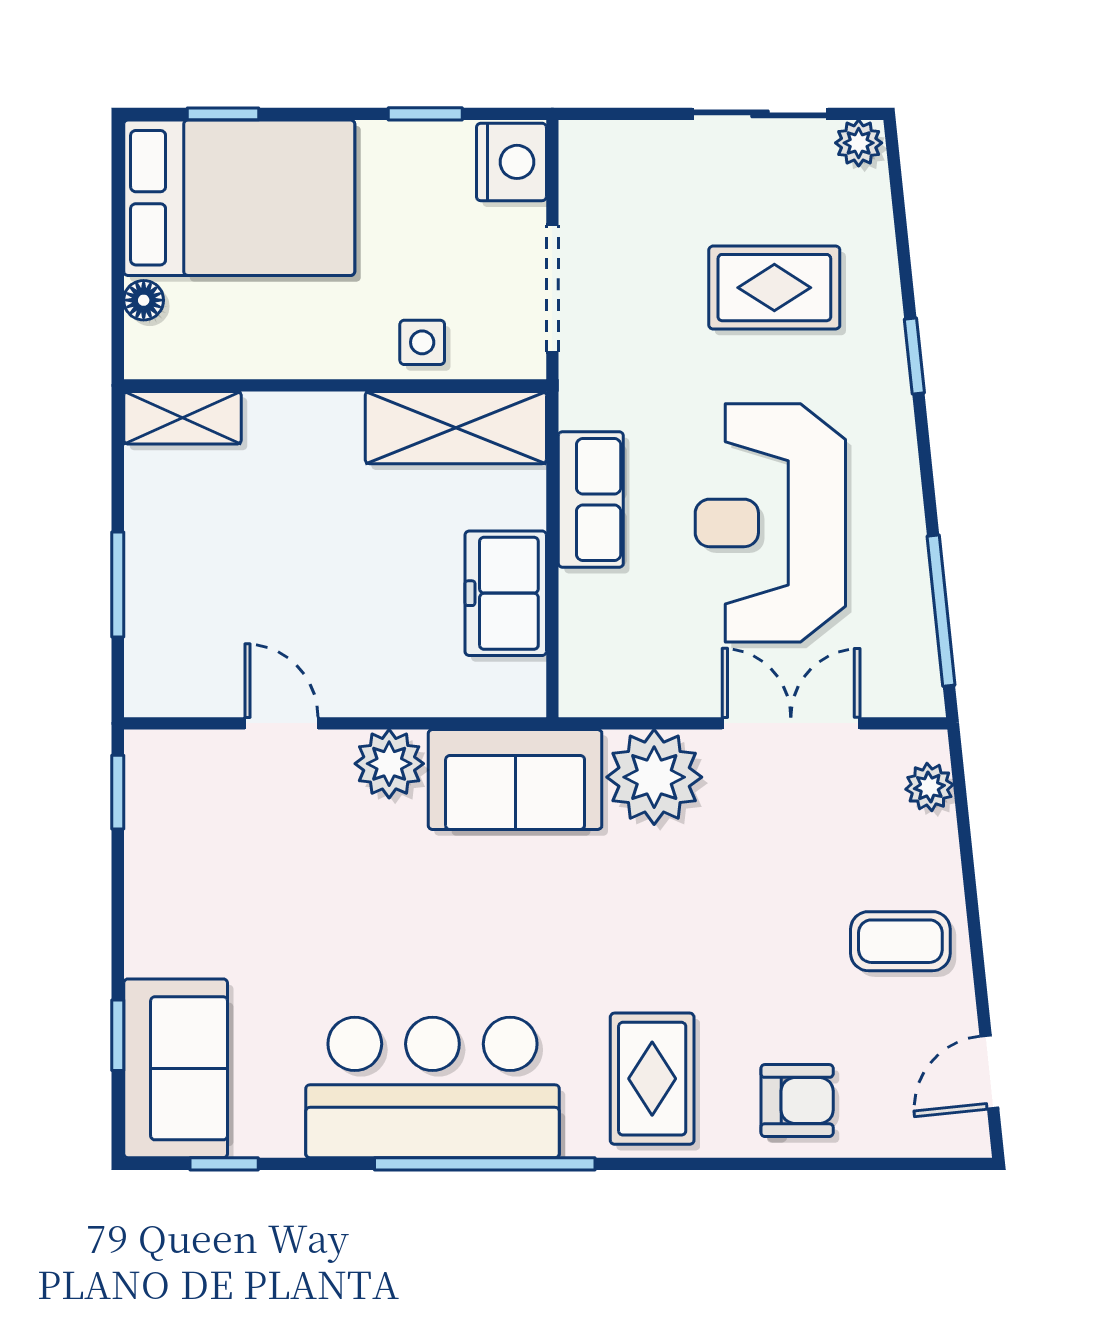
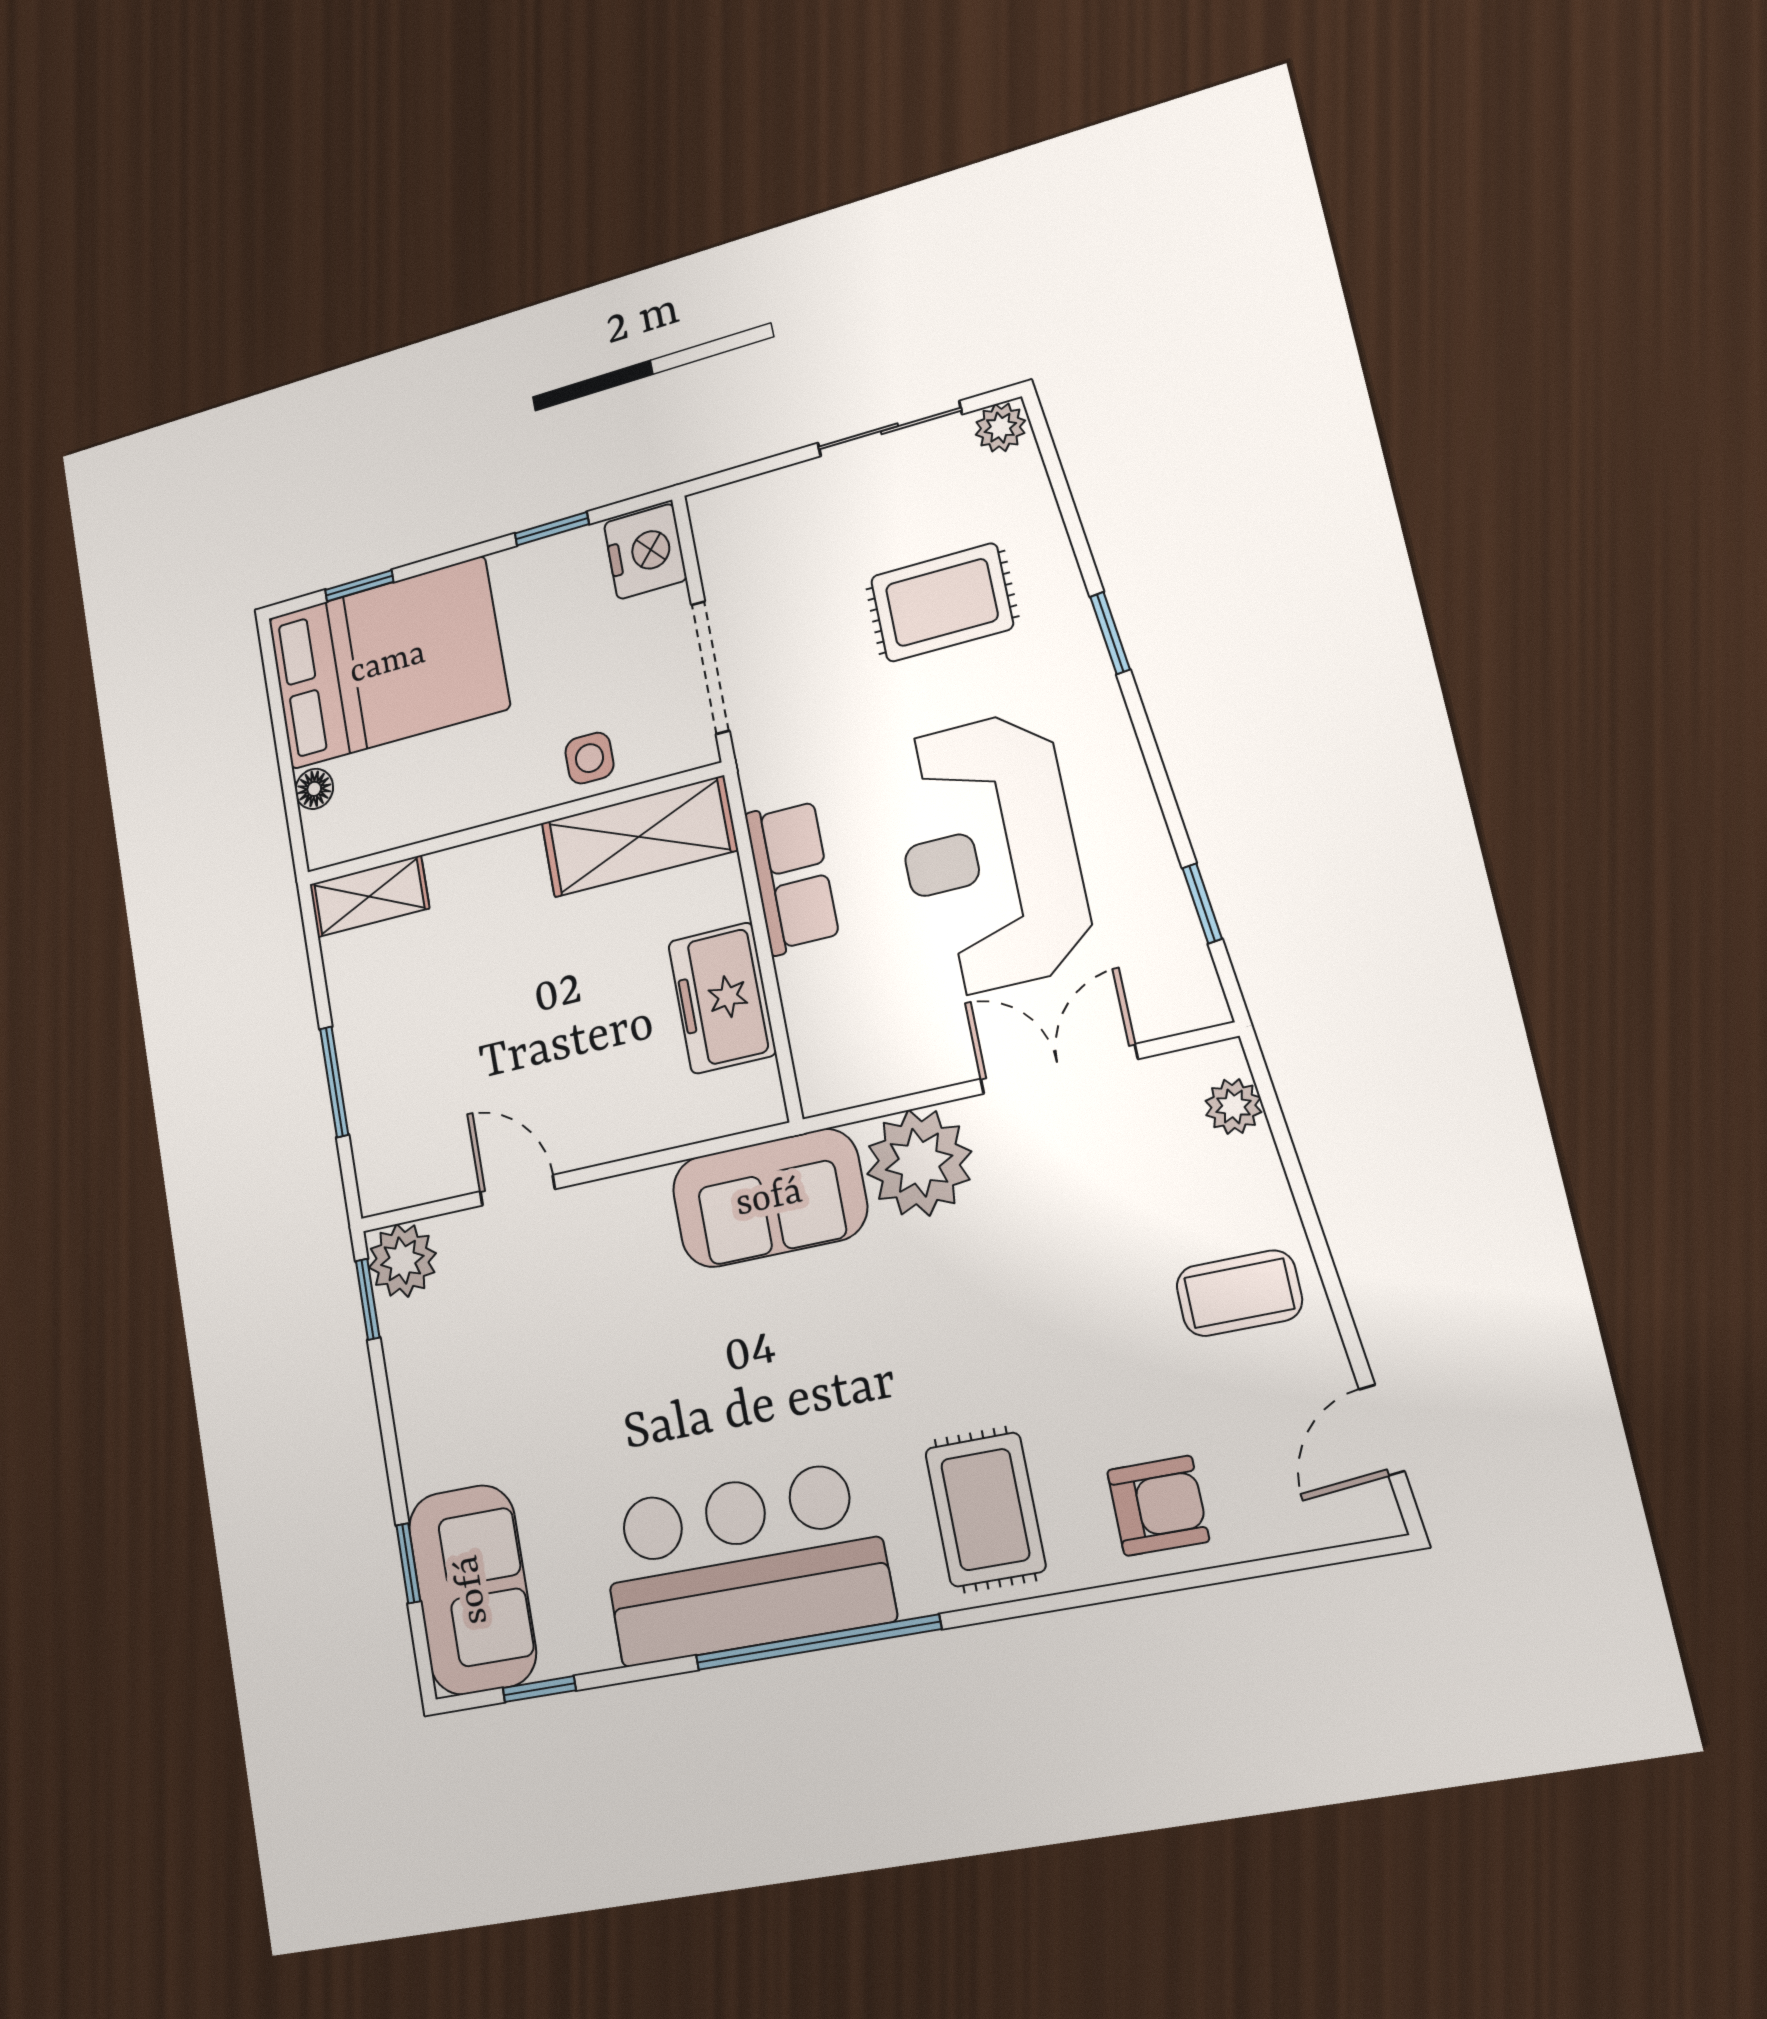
window: (941, 611) -> (1202, 903), width x0.46
plant: (389, 764) -> (402, 1260), moved

